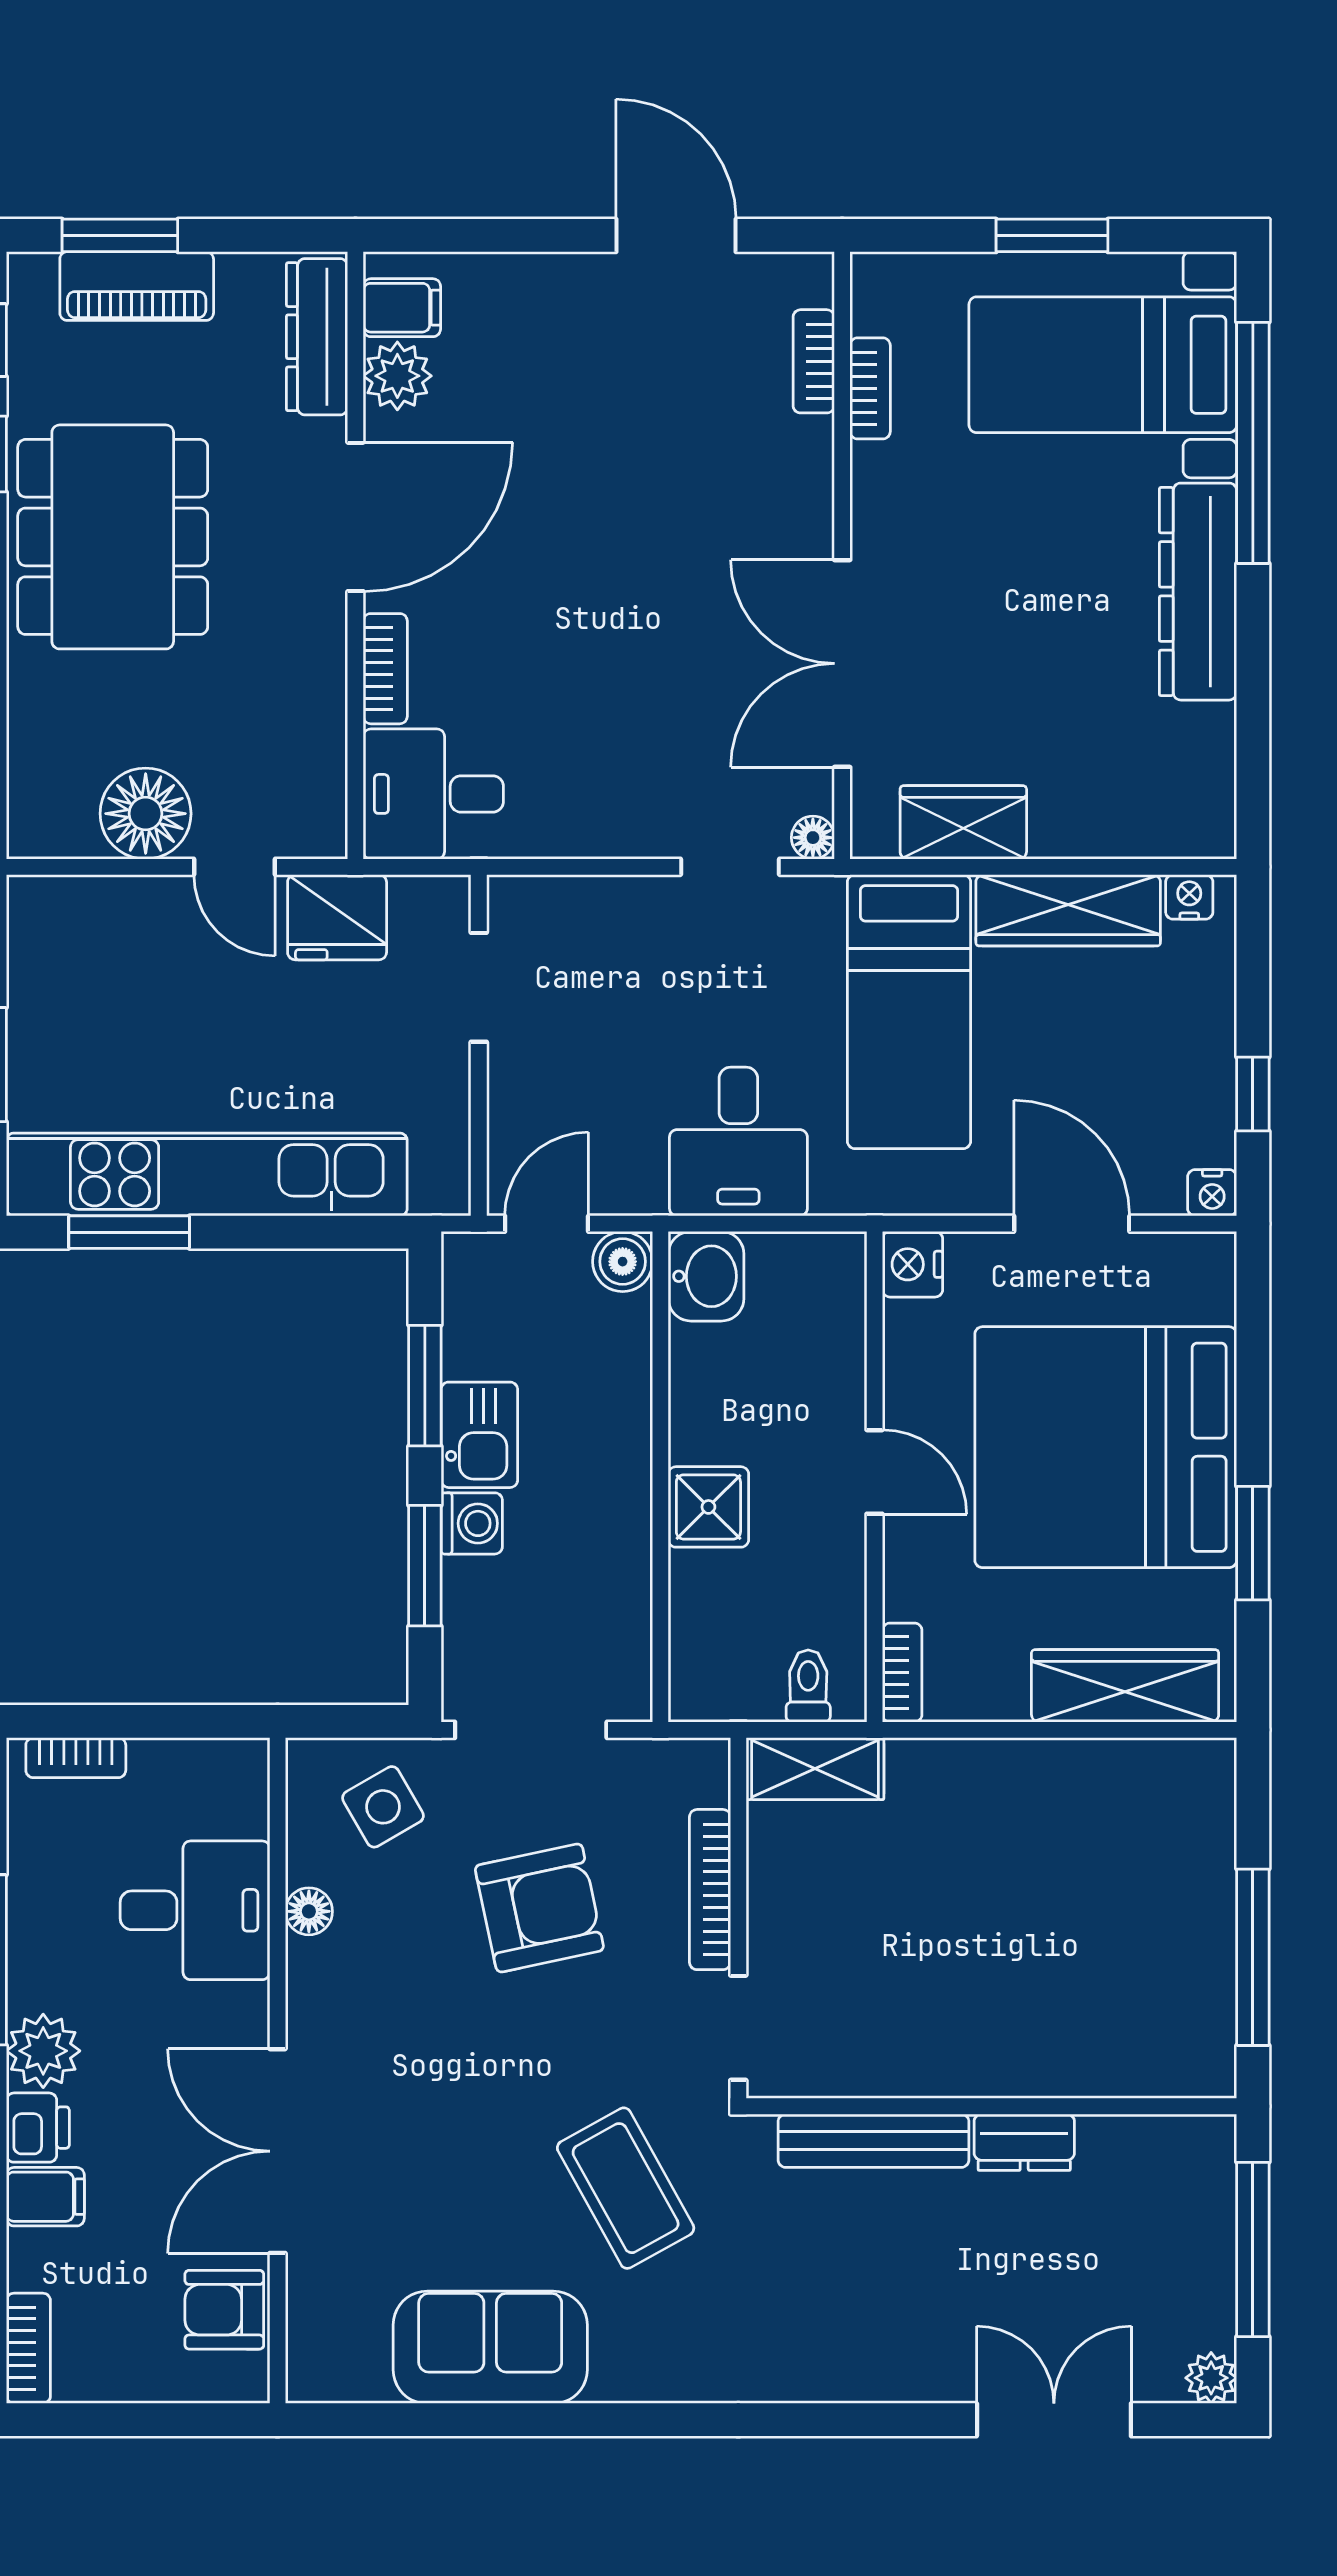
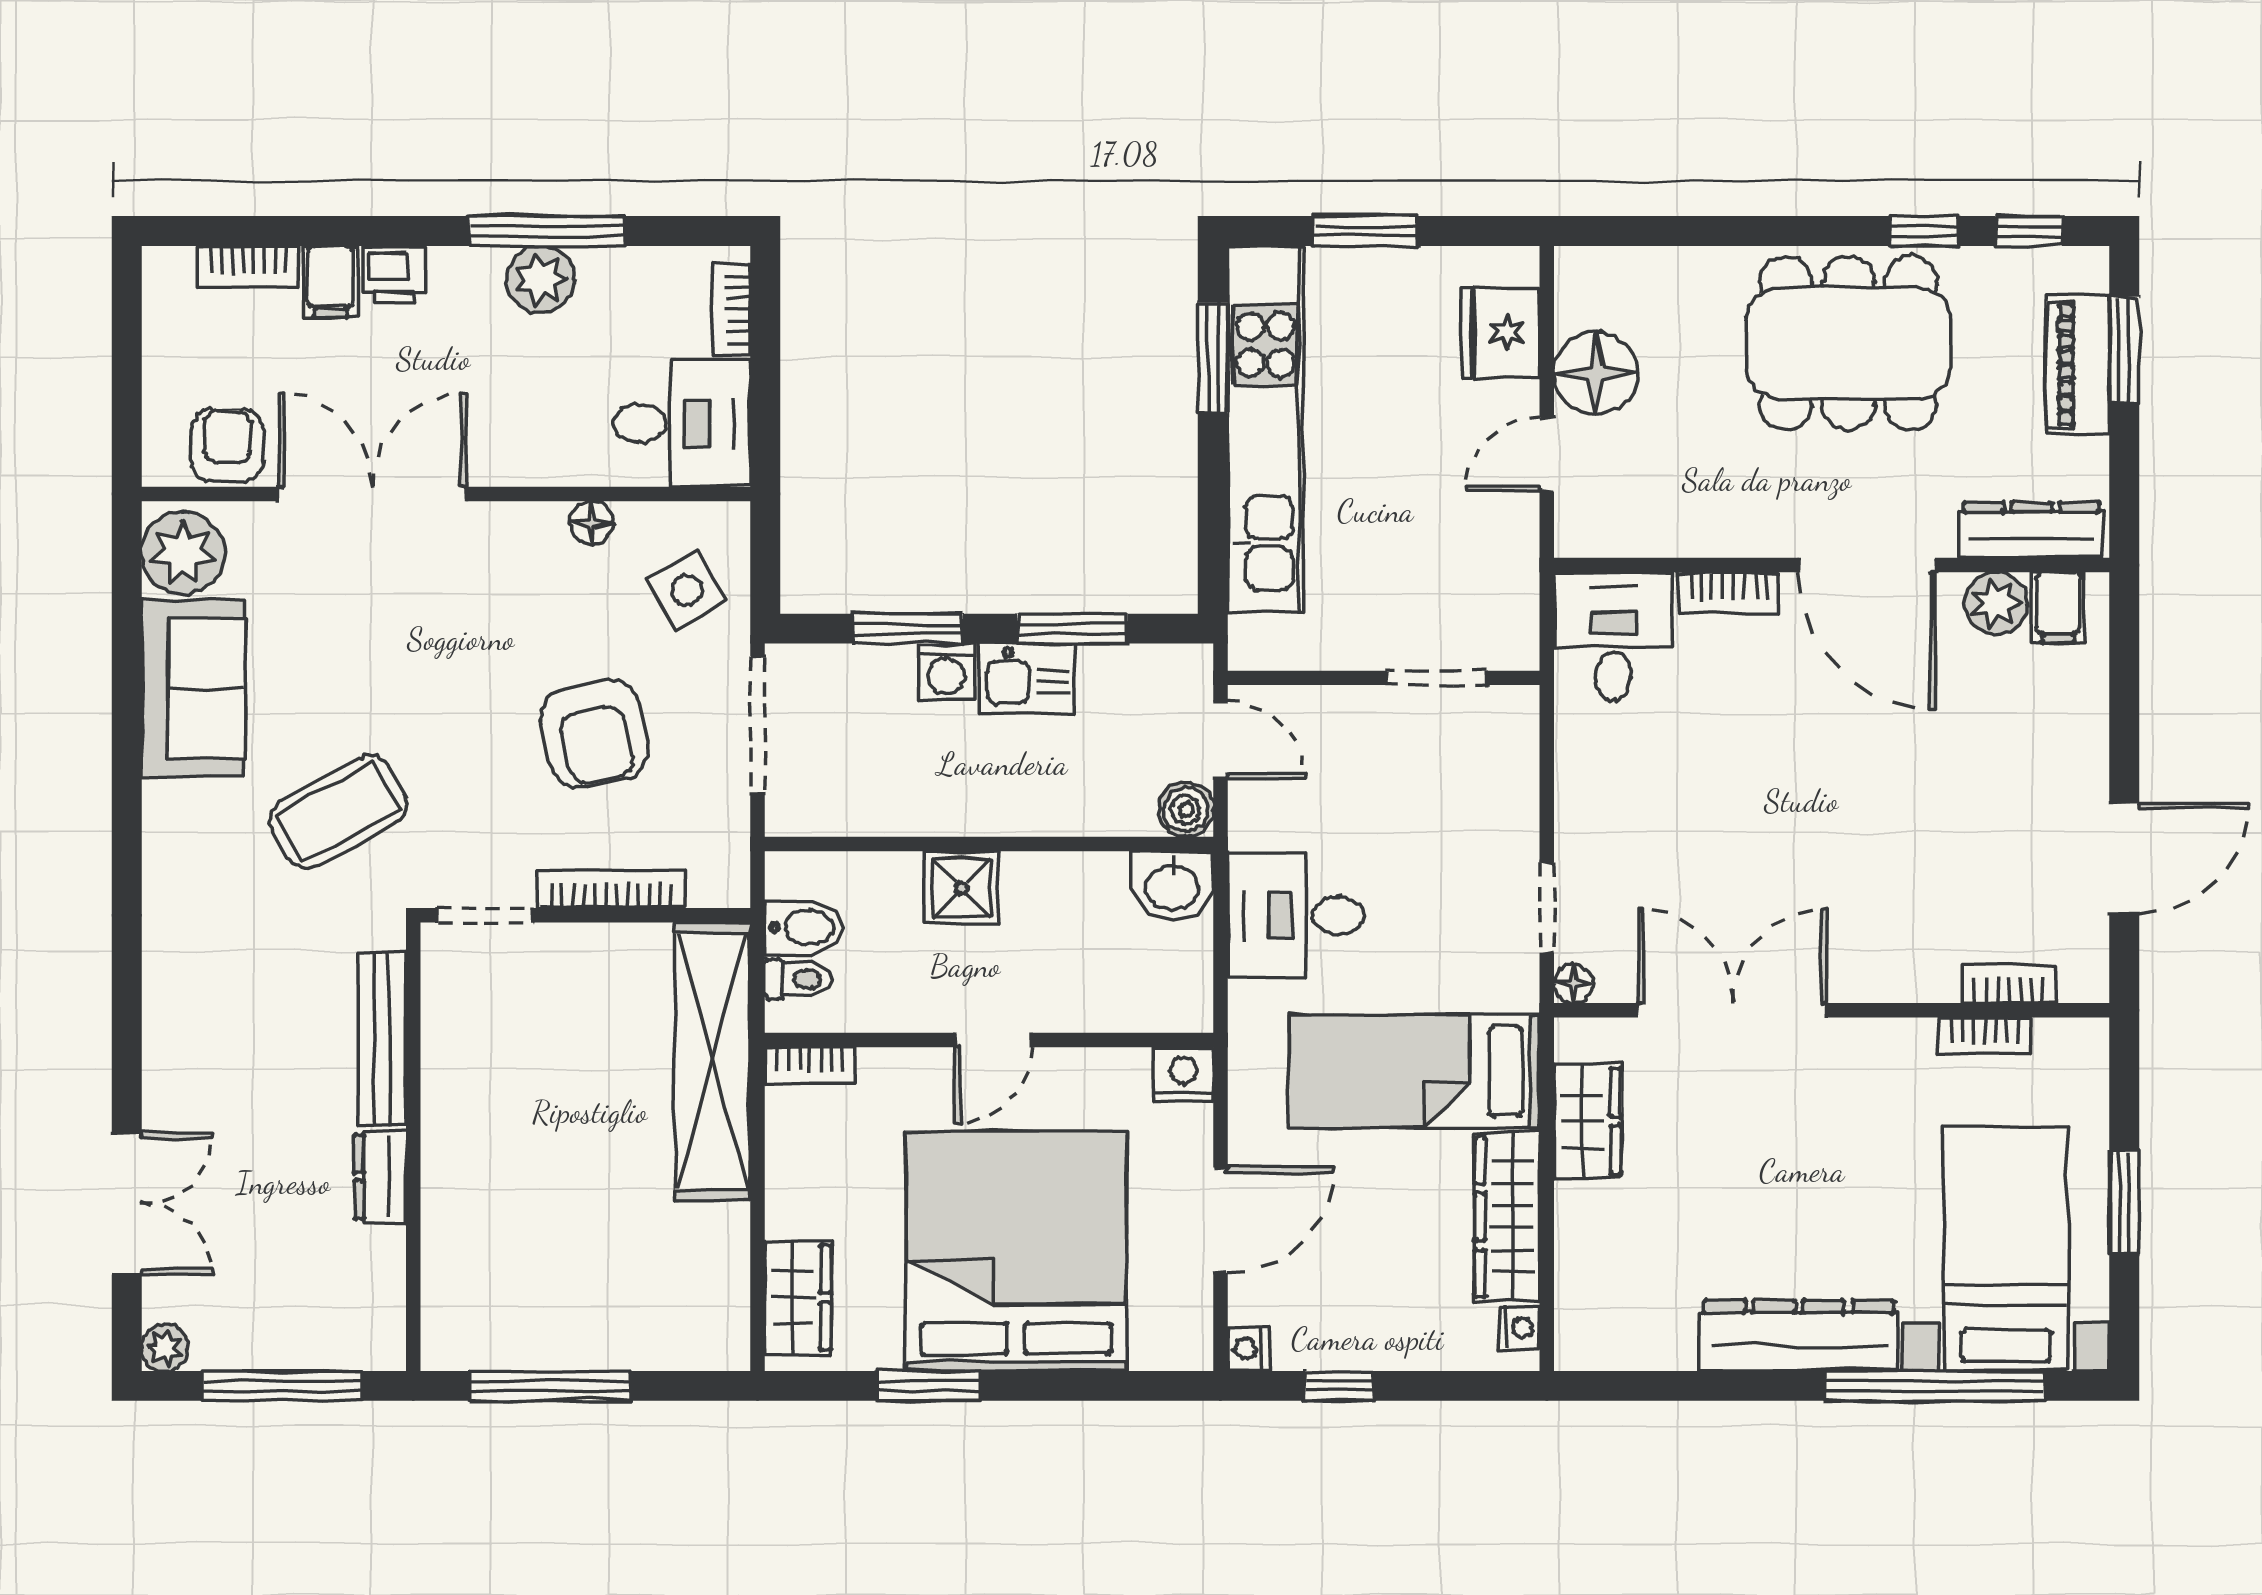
fridge: (337, 917) -> (1501, 333), moved
bidet: (751, 1679) -> (804, 927), added
wardrobe: (1125, 1686) -> (798, 1298), width x0.67
shelving: (815, 1769) -> (713, 1061), width x2.20, depth x1.33
desk: (195, 1910) -> (682, 423), moved, turned -90
plant: (43, 2051) -> (540, 280), moved
bookcase: (28, 2348) -> (249, 266), moved
plant: (342, 2358) -> (183, 553), added

